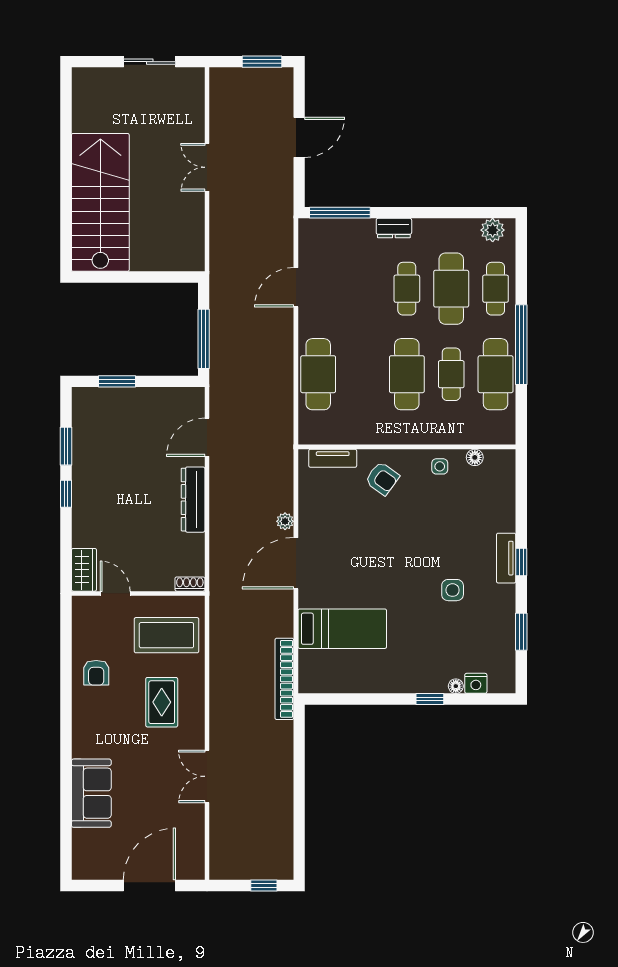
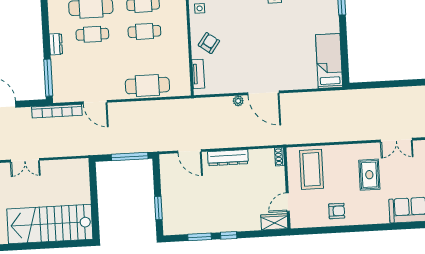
cafe table: (407, 374) -> (144, 31), width x0.73, depth x0.74
bed: (342, 629) -> (329, 61), moved
bookcase: (284, 679) -> (57, 111), moved
rug: (162, 702) -> (369, 175), moved, turned 90

